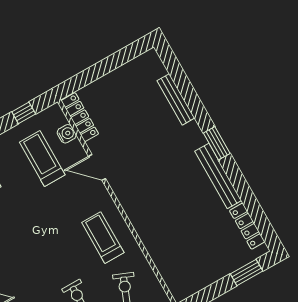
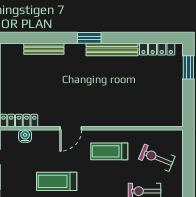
treadmill: (42, 159) -> (57, 181), moved
door: (97, 167) -> (71, 128), moved

